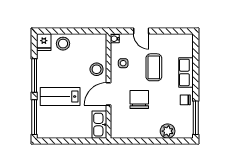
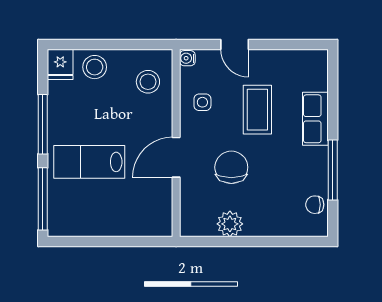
stool: (97, 69) -> (148, 82), moved
chair: (185, 100) -> (315, 205), moved
window: (196, 118) -> (333, 170), moved
kitchen sink: (99, 125) -> (160, 212), removed
plant: (168, 131) -> (230, 224), moved

